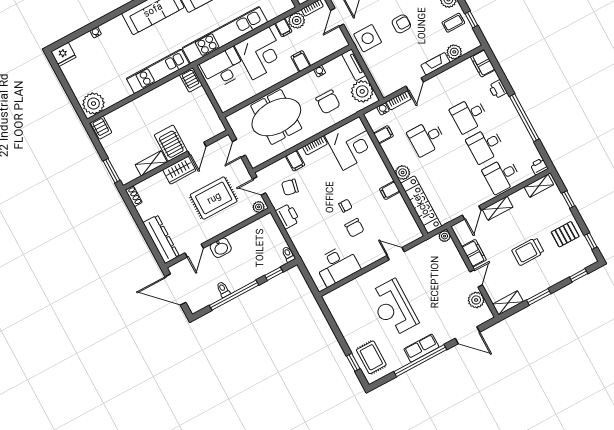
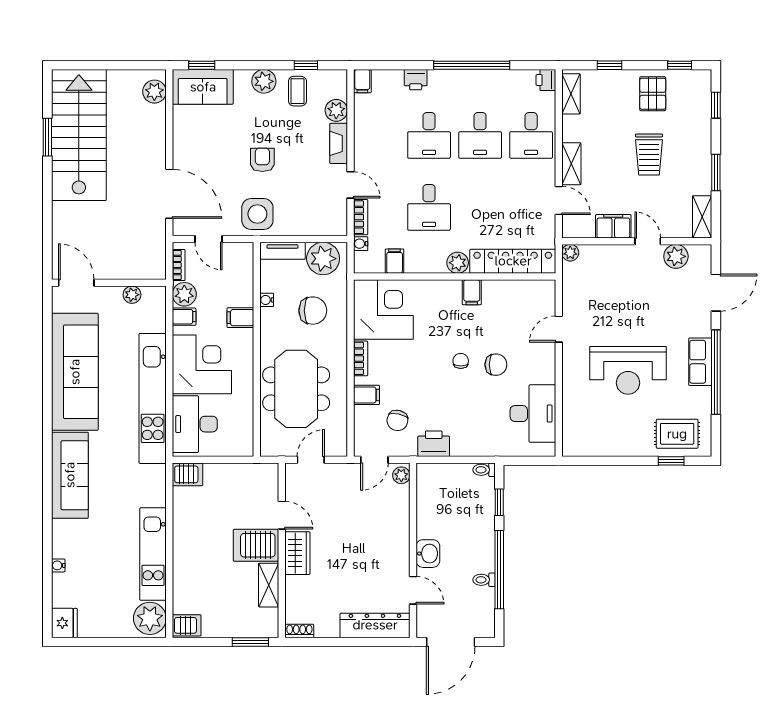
filing cabinet: (483, 63) -> (362, 81), width x0.50
kitchen unit: (158, 71) -> (153, 554), moved
door: (239, 148) -> (311, 460), swing flipped
rug: (214, 198) -> (358, 528), removed

